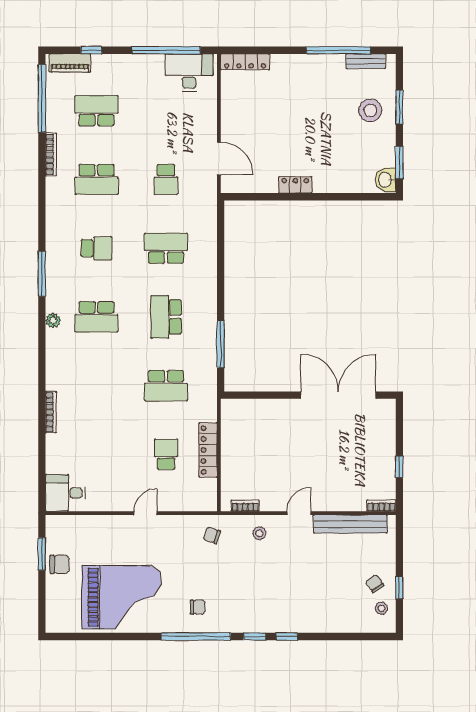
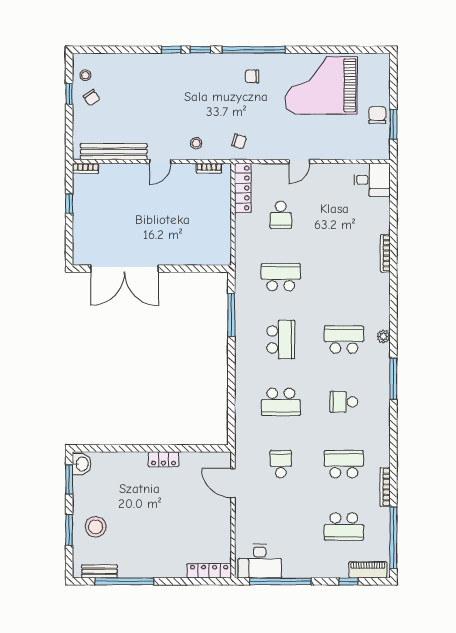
locker: (208, 450) -> (243, 188), moved
chair: (60, 564) -> (377, 115), turned 90

